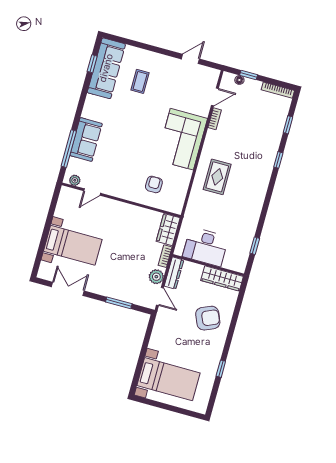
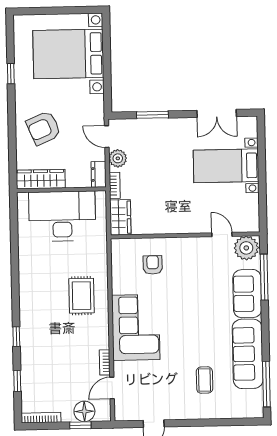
window: (92, 64) -> (266, 384), width x2.17
sofa: (106, 68) -> (248, 354), moved
floor lamp: (239, 80) -> (84, 411), width x1.89, depth x1.89
plant: (75, 180) -> (246, 248), width x1.88, depth x1.88
armchair: (154, 184) -> (153, 265), turned 180
door: (92, 192) -> (222, 235), hinge flipped
window: (255, 246) -> (14, 228), removed
desk: (206, 247) -> (62, 216), width x1.36, depth x1.30
dresser: (174, 273) -> (99, 174), width x0.70
bed with nightstands: (168, 379) -> (68, 54), width x1.36

